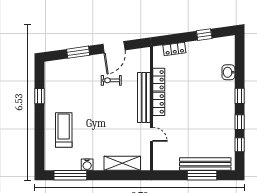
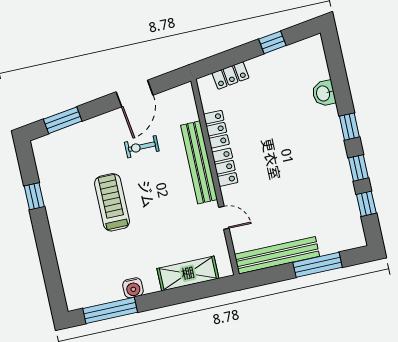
window: (78, 52) -> (63, 120), moved
treadmill: (64, 130) -> (112, 202), moved
bench: (205, 164) -> (277, 255), moved

